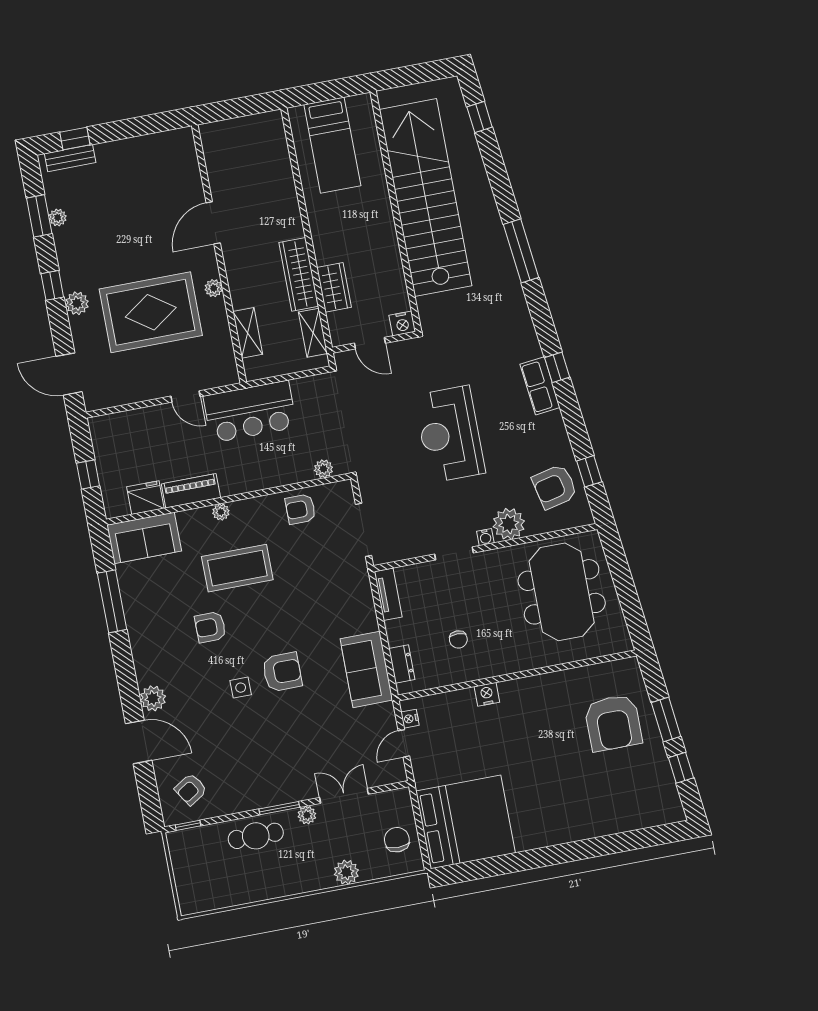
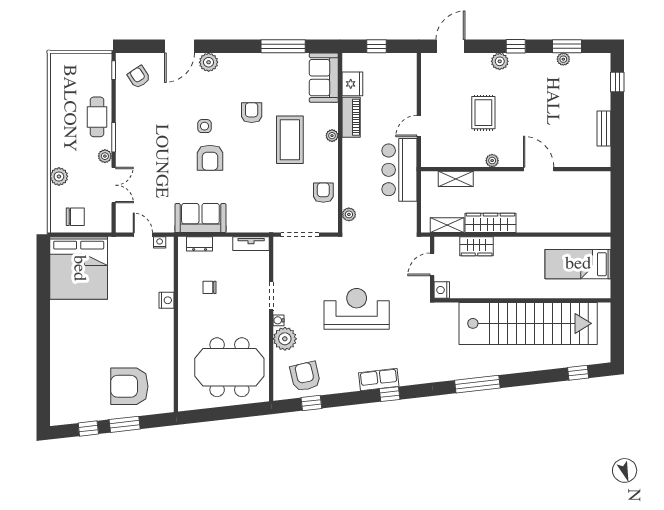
bench: (70, 158) -> (604, 128), moved
rug: (151, 312) -> (483, 113), width x0.54, depth x0.49

